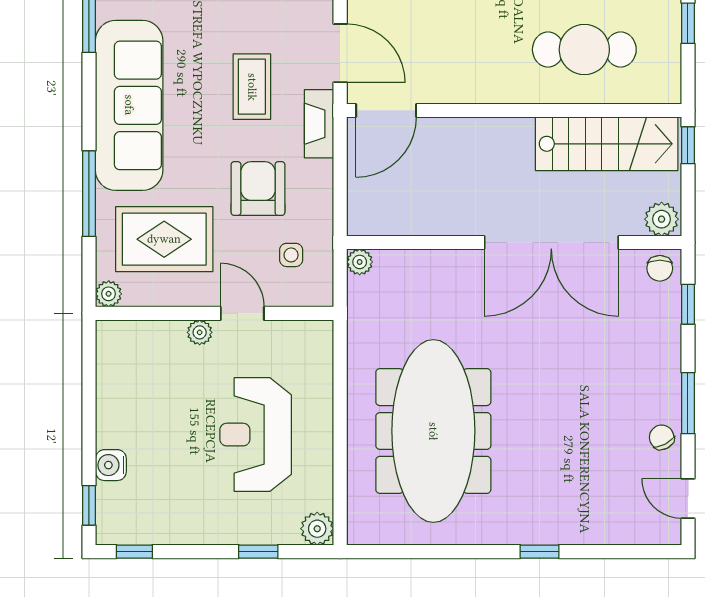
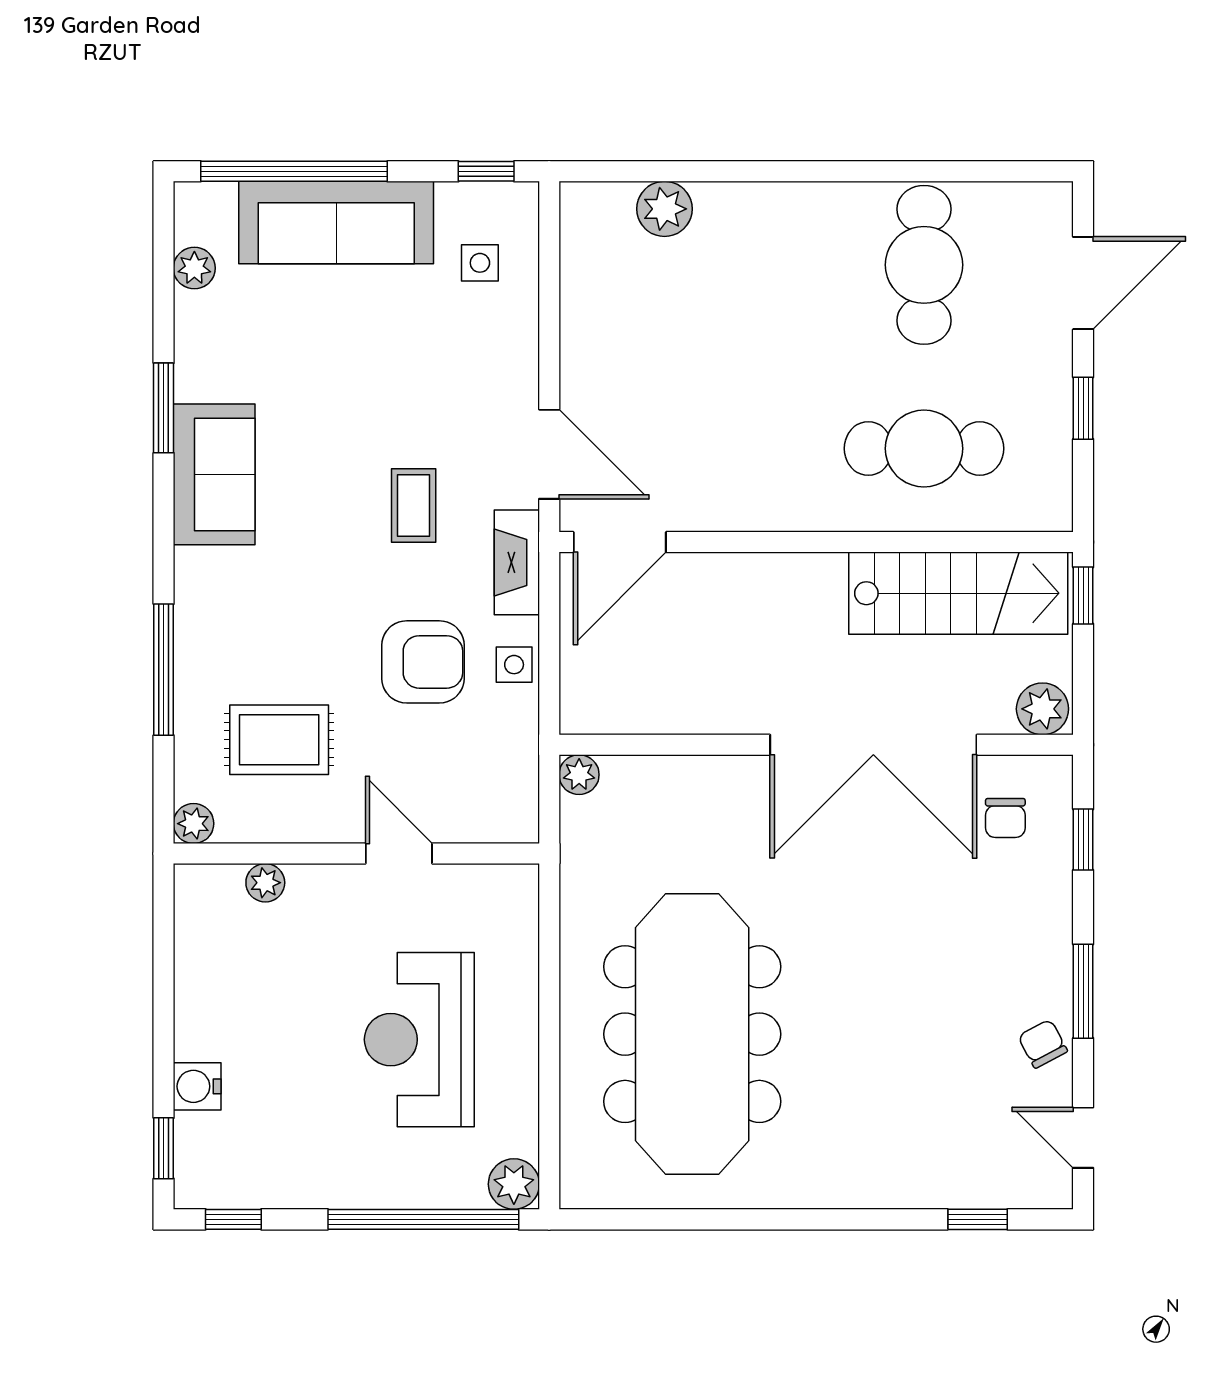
coffee table: (252, 87) -> (414, 506), width x0.73, depth x0.77
sofa: (129, 105) -> (214, 474), width x0.54, depth x0.79
armchair: (258, 189) -> (423, 662), turned 90
rug: (164, 239) -> (279, 740), width x0.73, depth x0.70
side table: (291, 255) -> (514, 665), moved
chair: (660, 268) -> (1005, 818), moved
plant: (200, 332) -> (265, 883), moved
window: (258, 552) -> (423, 1219), width x3.17
window: (540, 552) -> (978, 1219), moved

